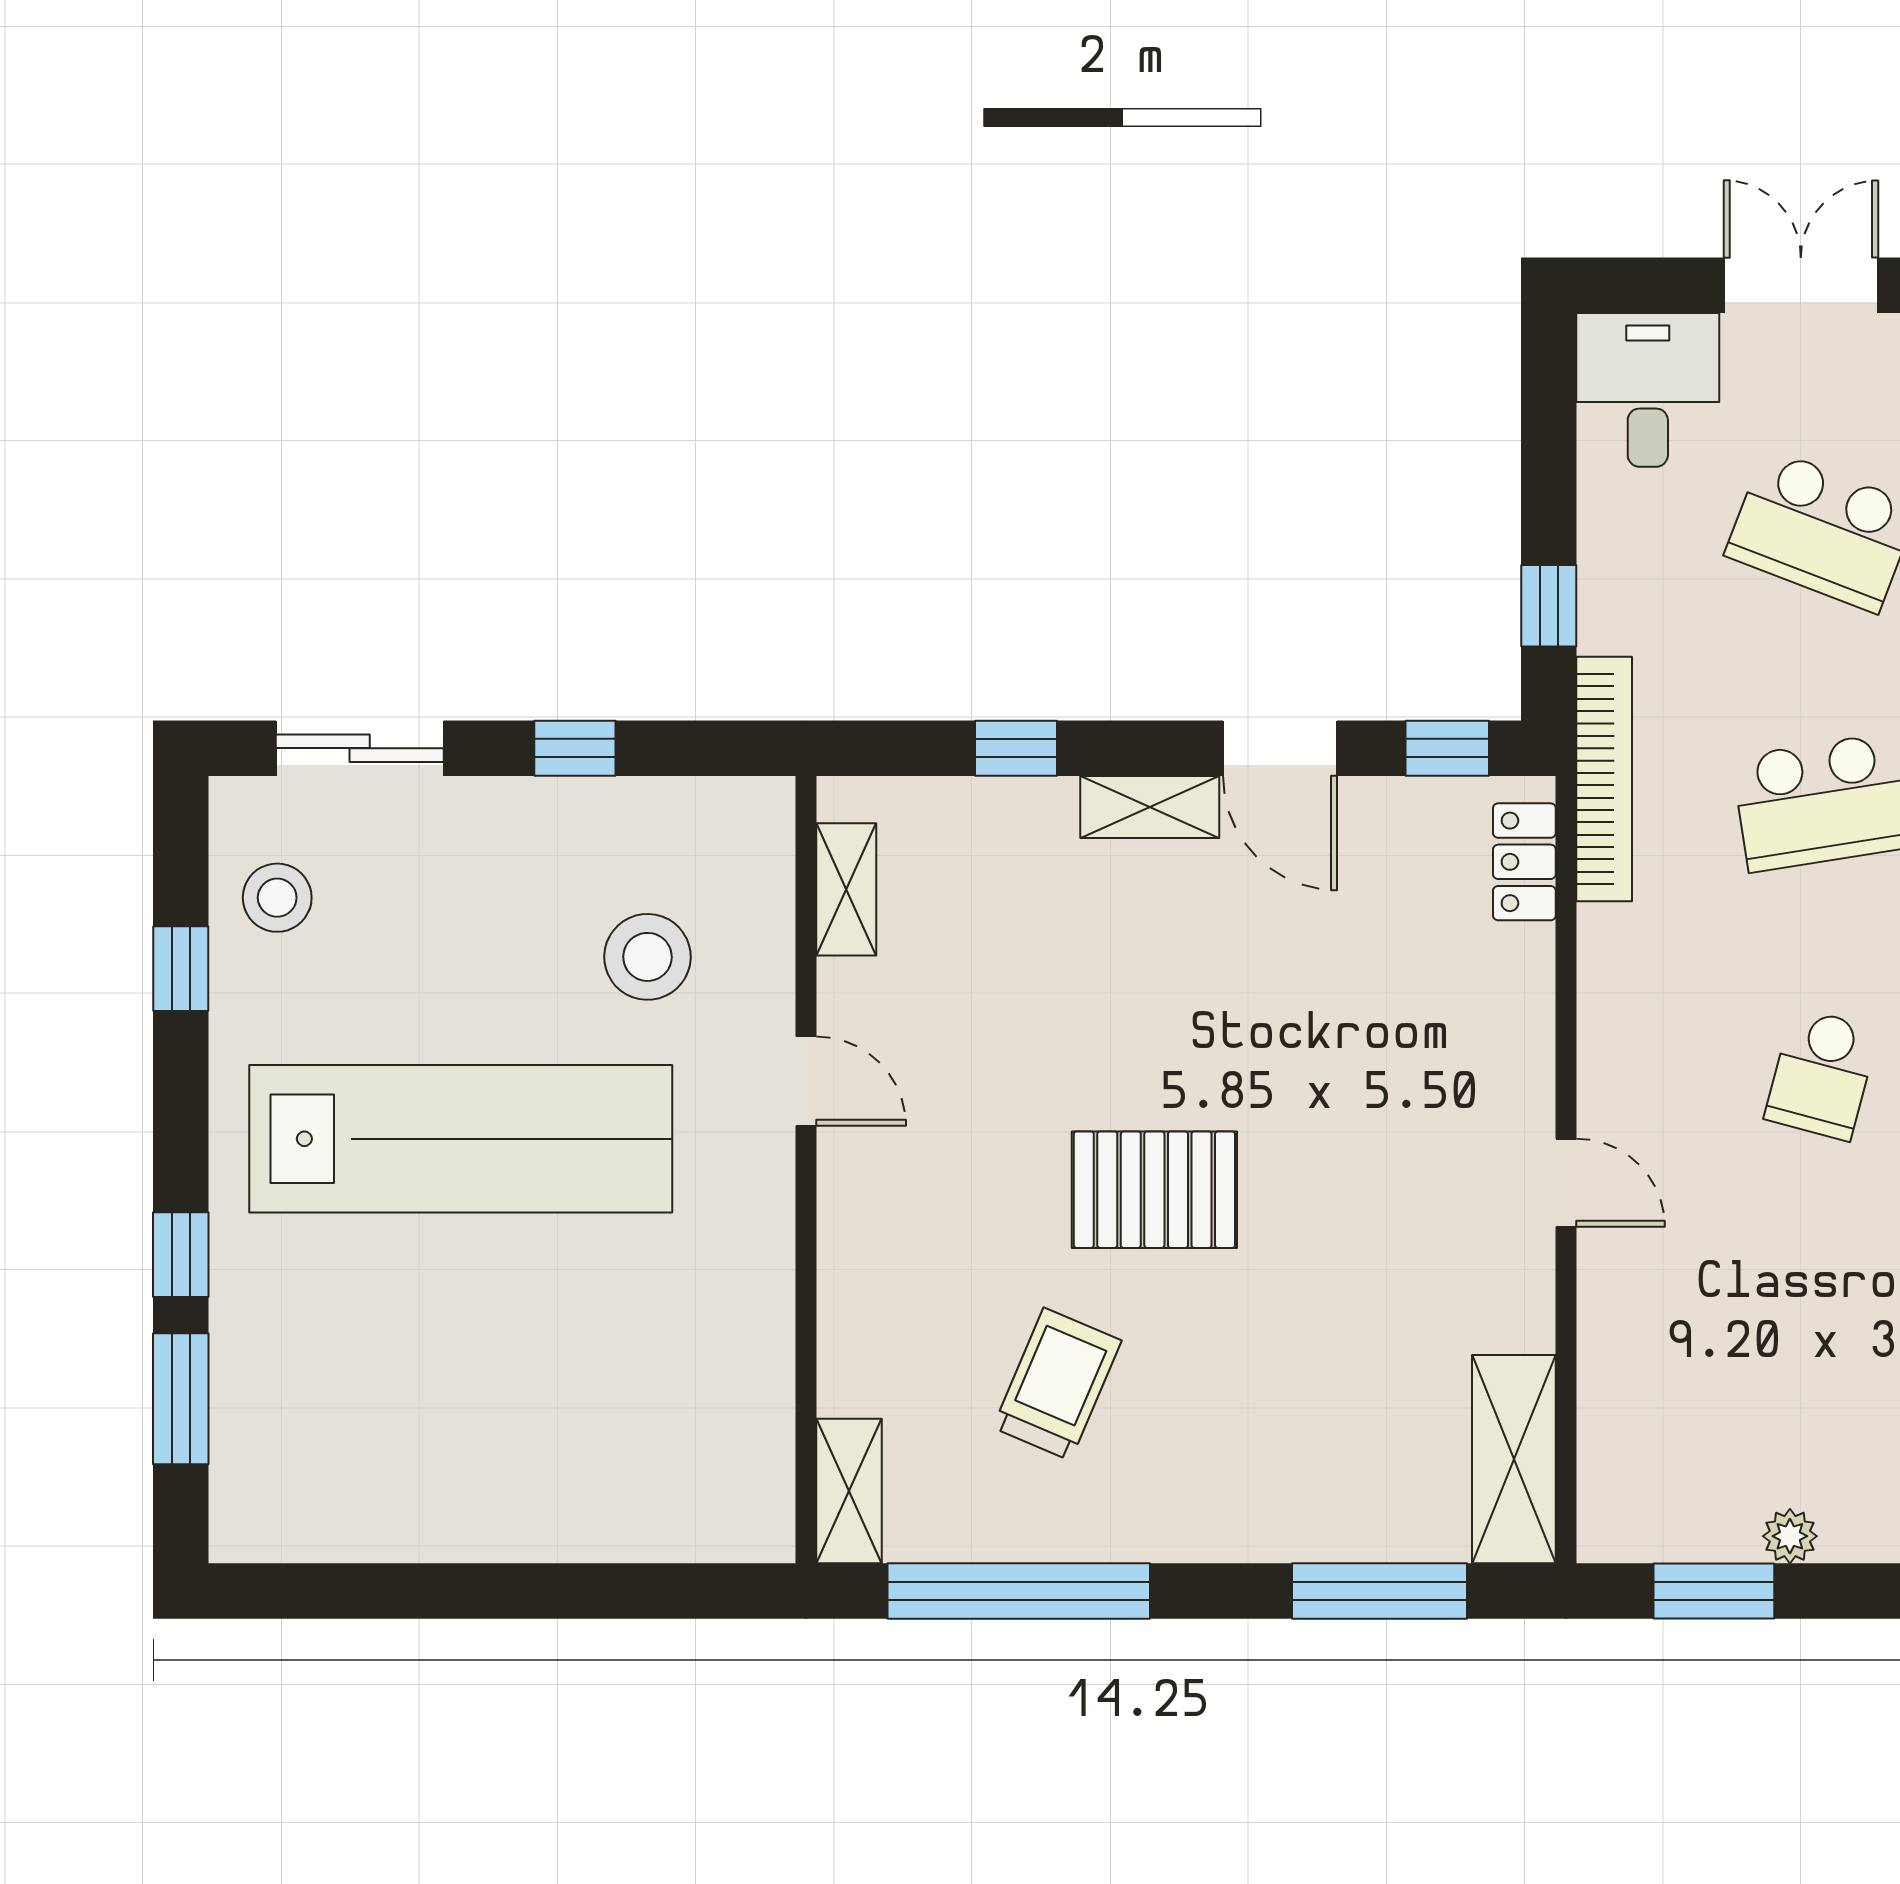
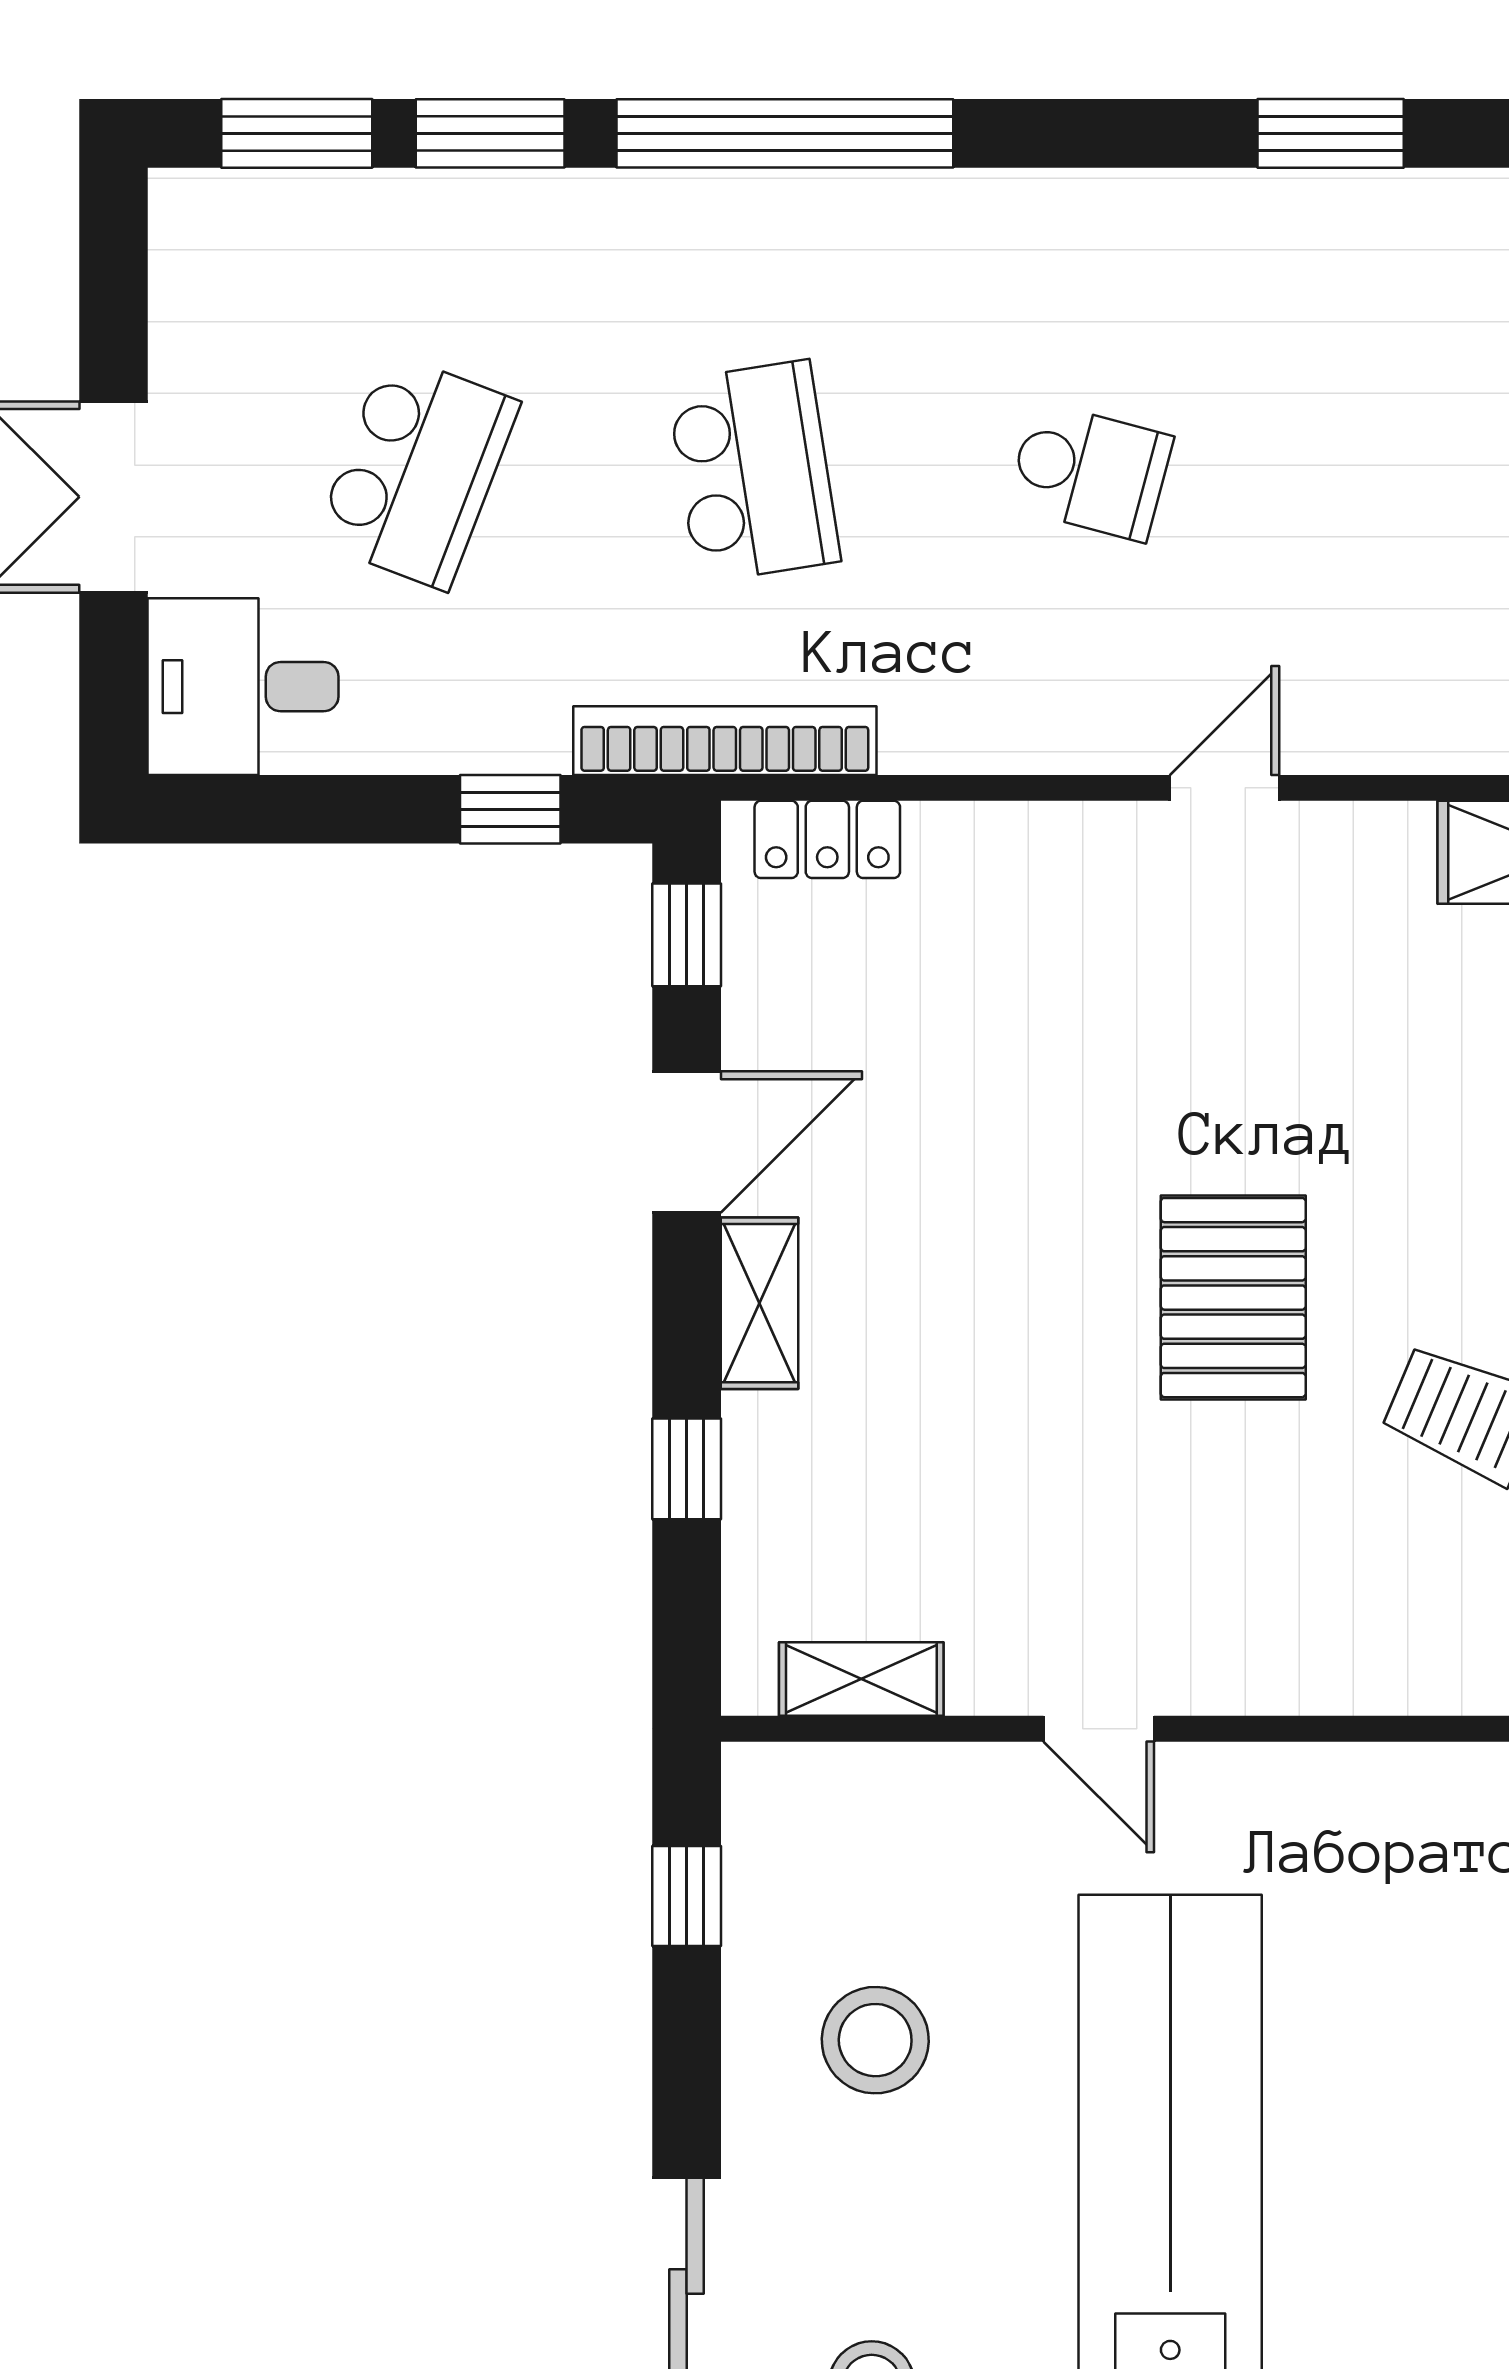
window: (575, 748) -> (687, 1896), moved
stool: (647, 957) -> (875, 2040), moved
door: (806, 1081) -> (1099, 1729), swing flipped

